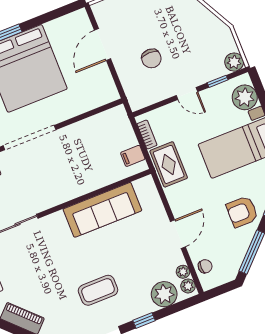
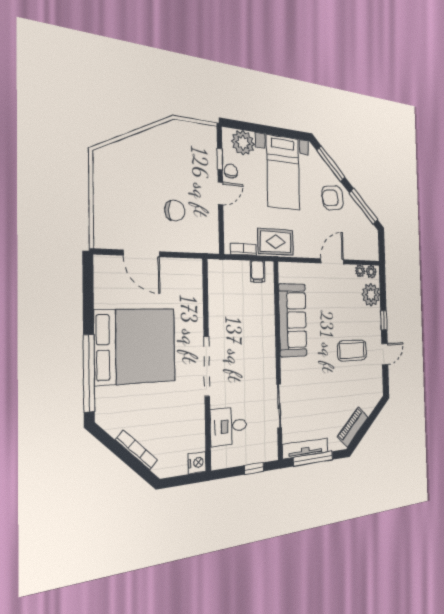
plant: (234, 62) -> (208, 134), removed
armchair: (242, 212) -> (333, 198), turned 83
door: (178, 234) -> (332, 261), hinge flipped
chair: (205, 266) -> (231, 171), moved
coffee table: (98, 290) -> (352, 351), turned 90

